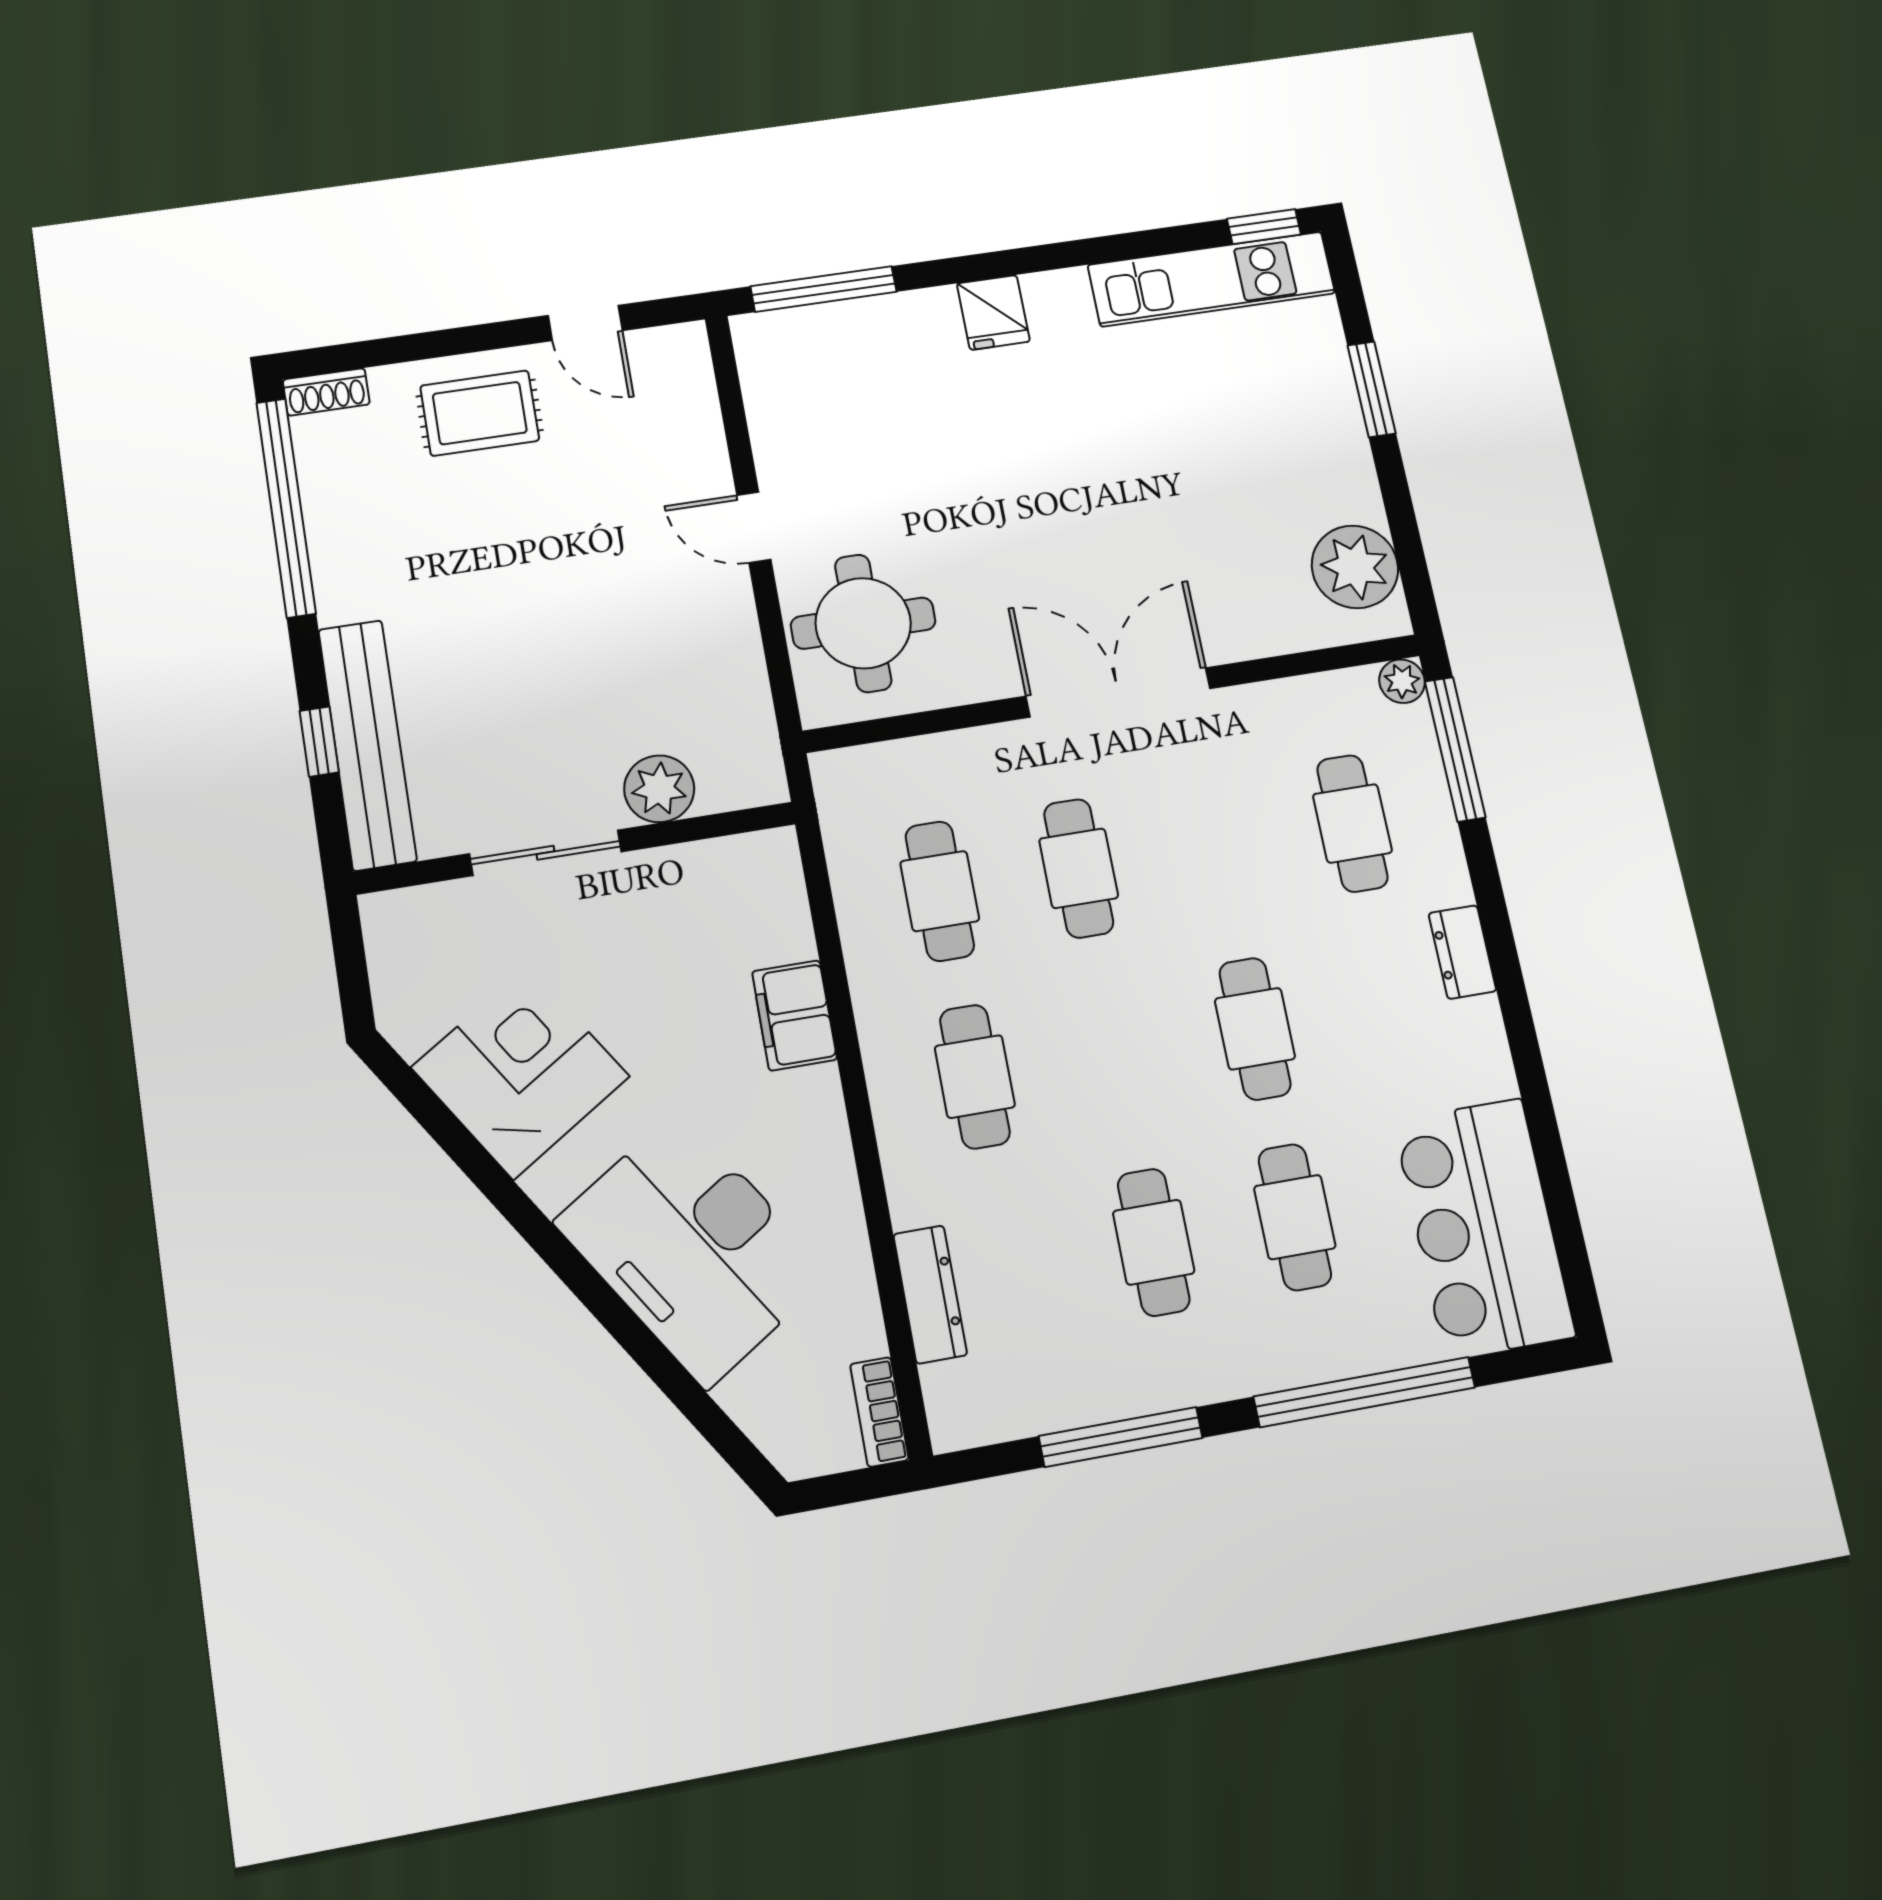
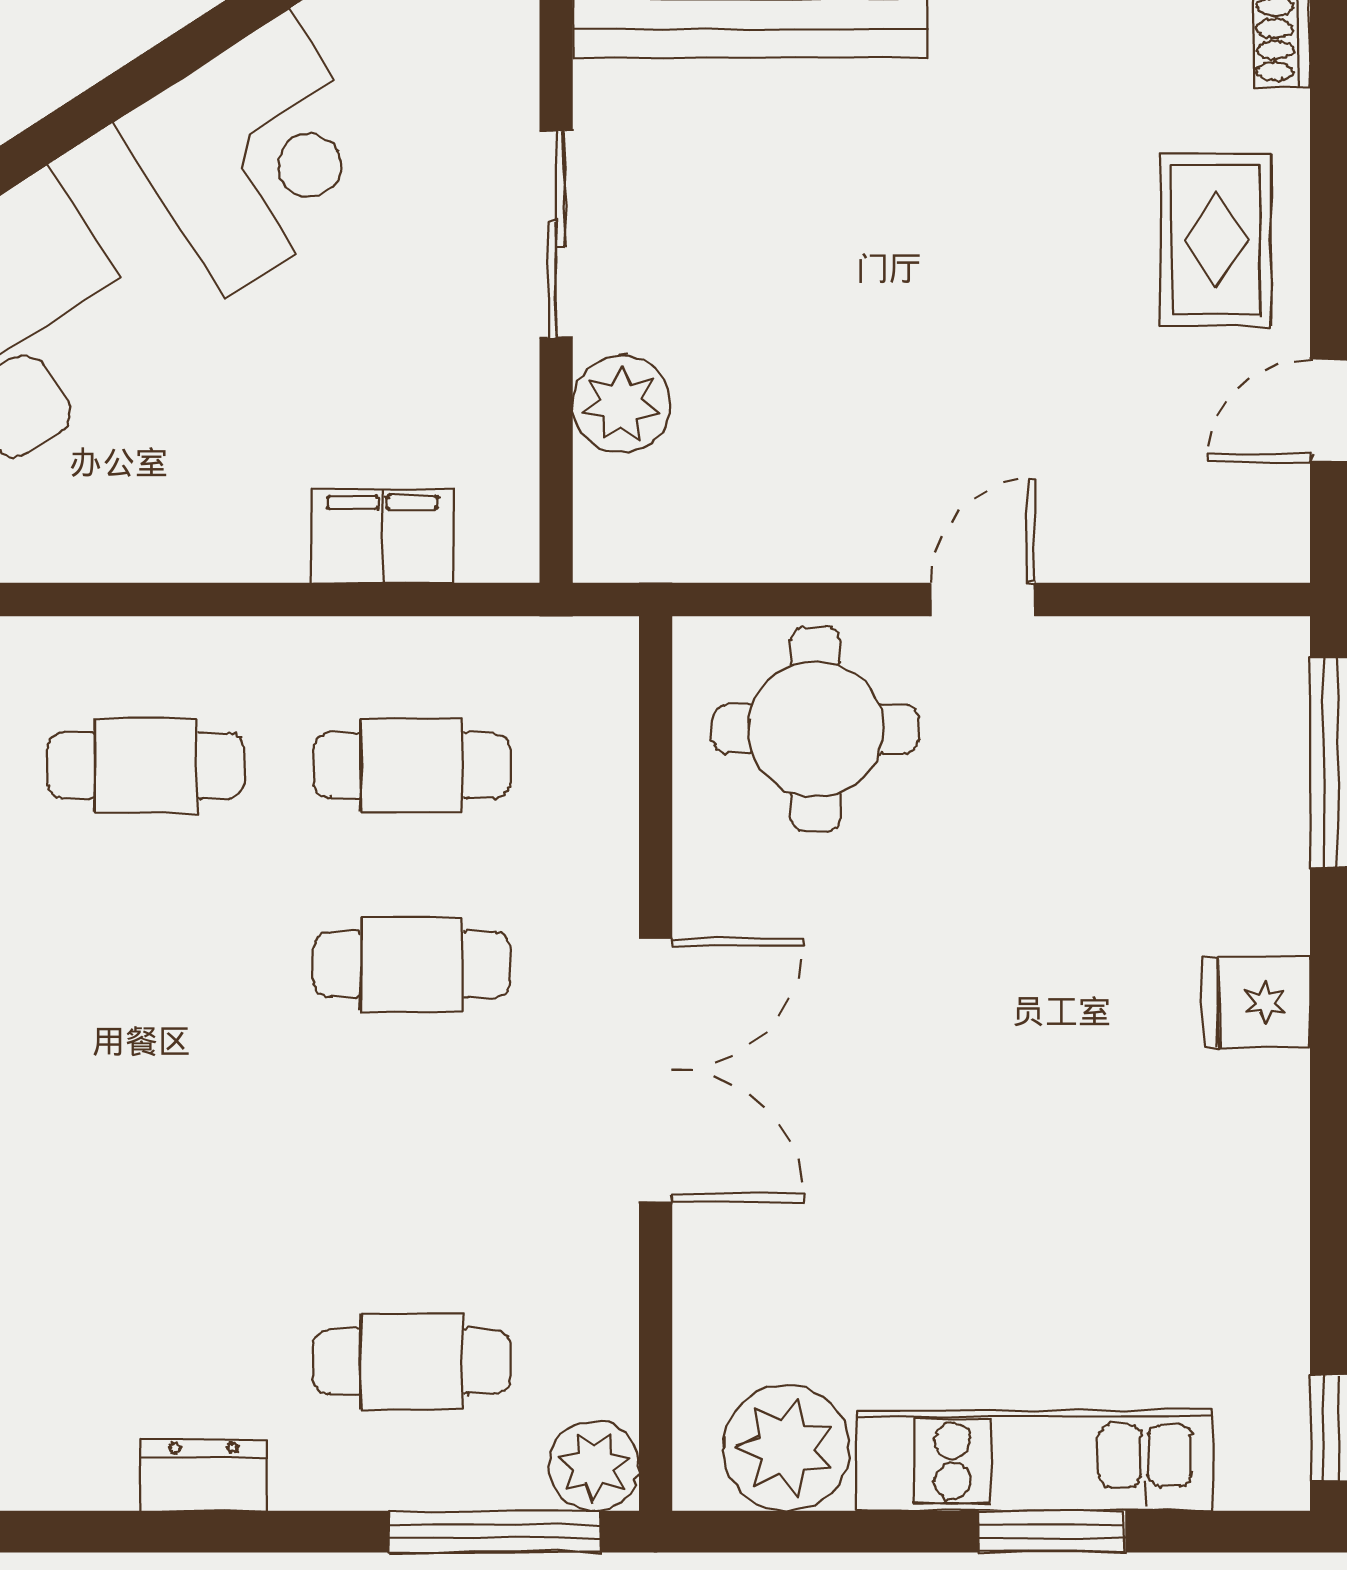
kitchen unit: (1211, 279) -> (1034, 1461), moved, turned 90
plant: (1402, 681) -> (594, 1466), width x1.38, depth x1.38
filing cabinet: (794, 1015) -> (382, 536), moved
cafe table: (1255, 1029) -> (146, 1163), removed

